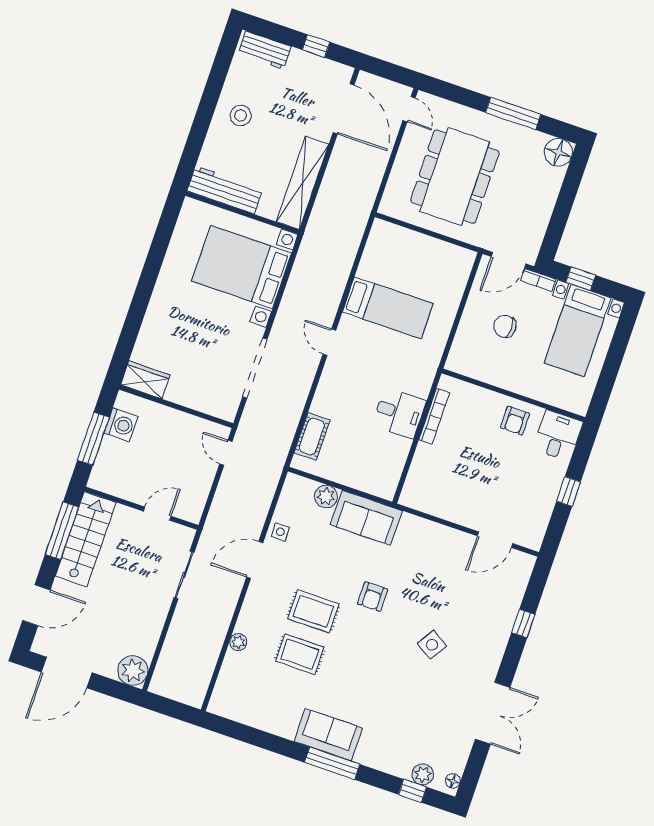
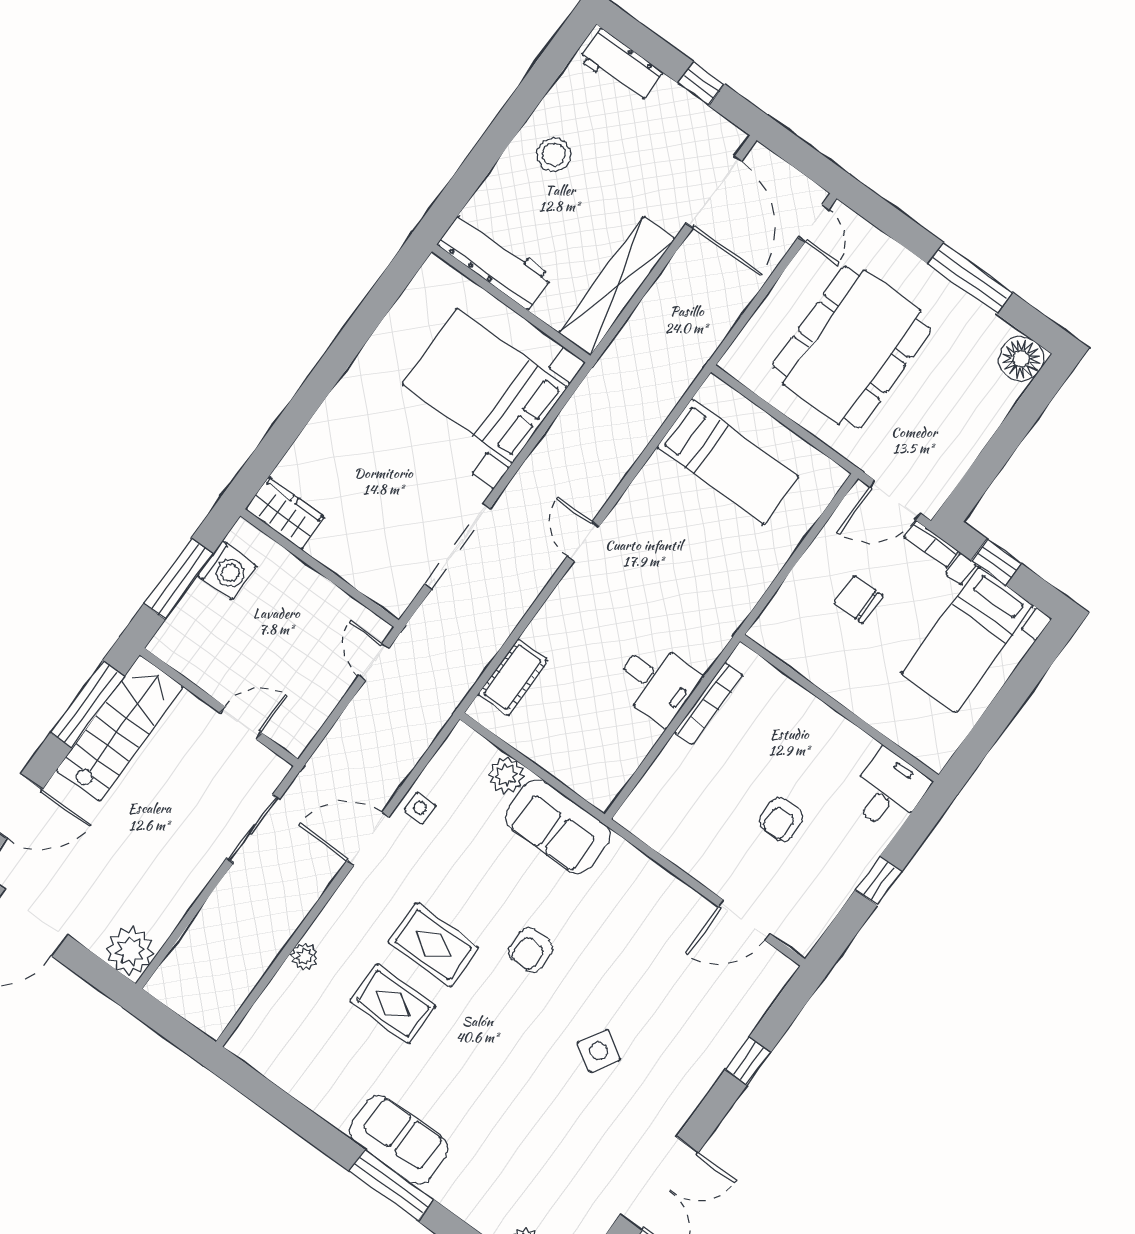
bed: (388, 308) -> (728, 462), moved
armchair: (515, 421) -> (781, 819), moved

